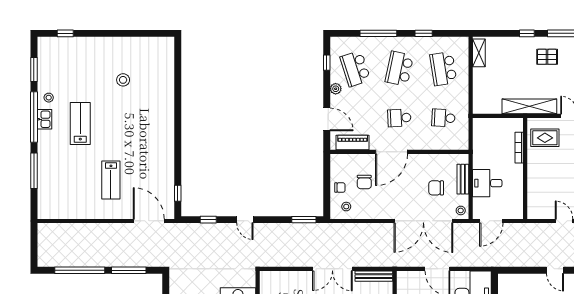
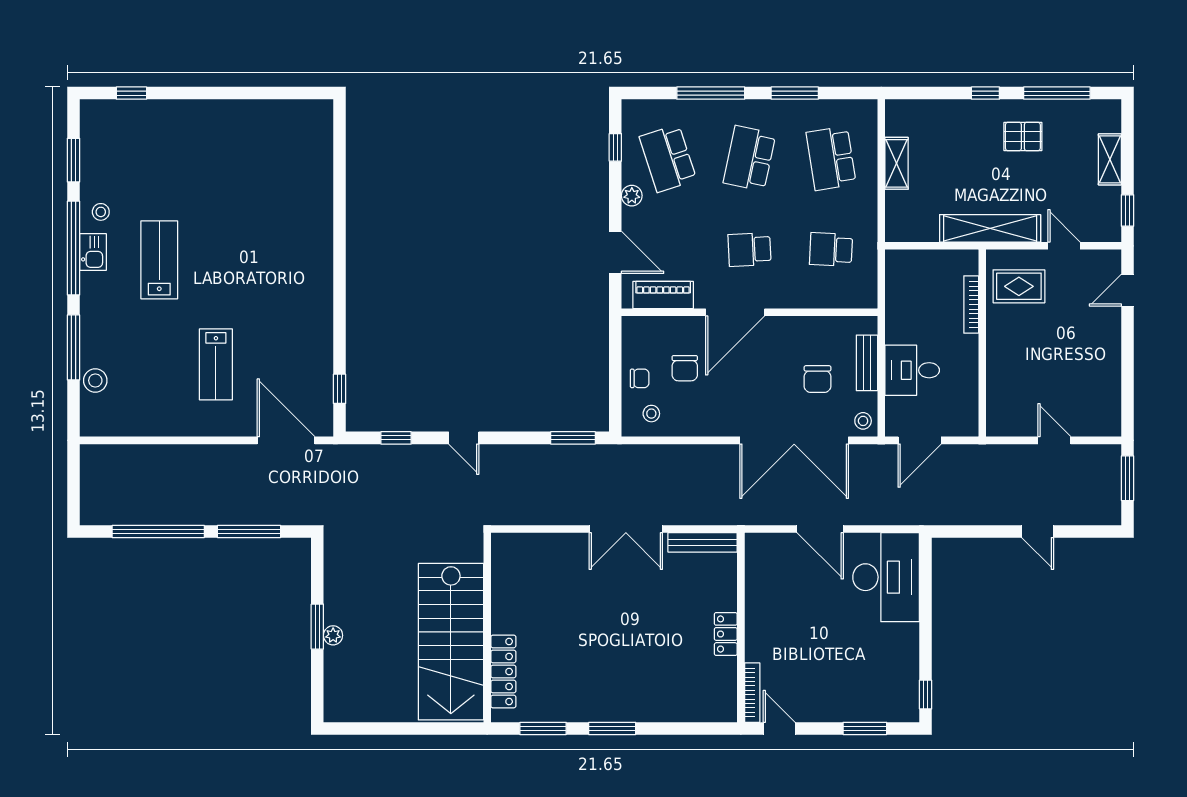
window: (424, 33) -> (795, 93), width x1.50
shelving: (479, 53) -> (897, 163), moved
stool: (123, 80) -> (95, 381), moved
chair: (436, 188) -> (818, 379), turned -90

